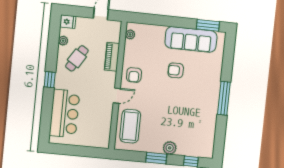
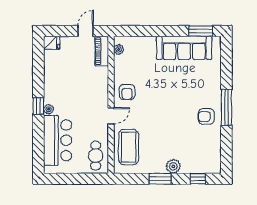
plant: (63, 41) -> (49, 109), moved
piano: (112, 57) -> (102, 51), moved
cafe table: (77, 58) -> (96, 156), moved, turned -32
armchair: (176, 70) -> (206, 117), moved

